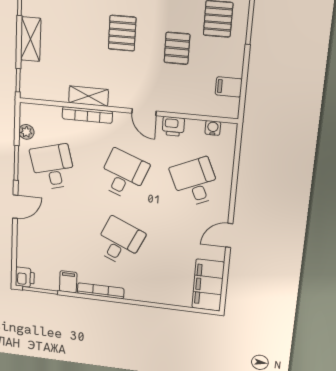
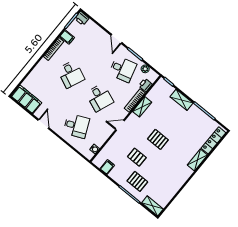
printer: (173, 126) -> (145, 85), moved

